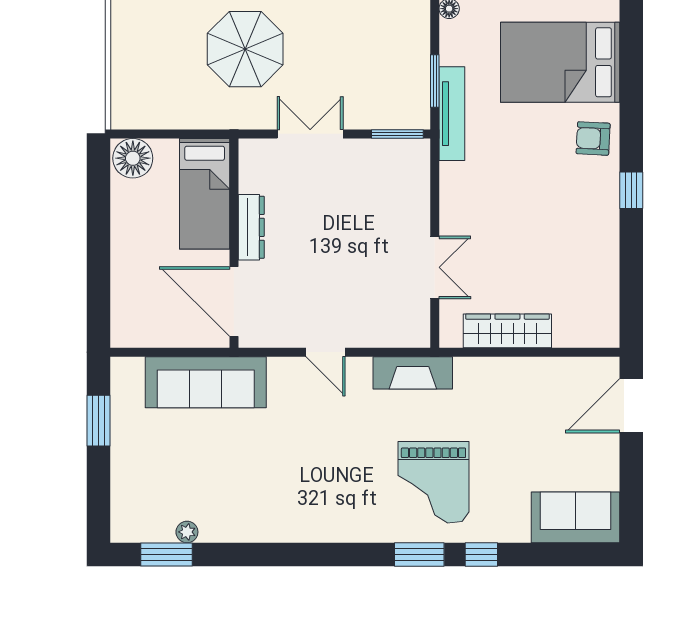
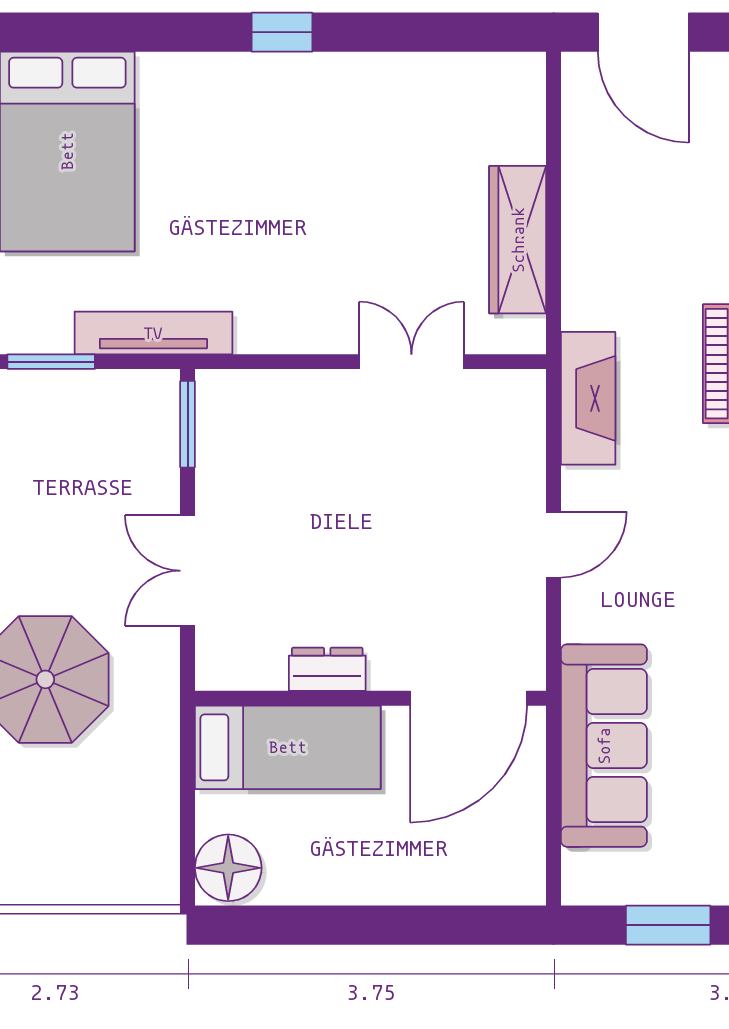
window: (435, 81) -> (51, 362), moved
armchair: (593, 138) -> (195, 96), removed
dresser: (251, 227) -> (327, 669), width x0.70

